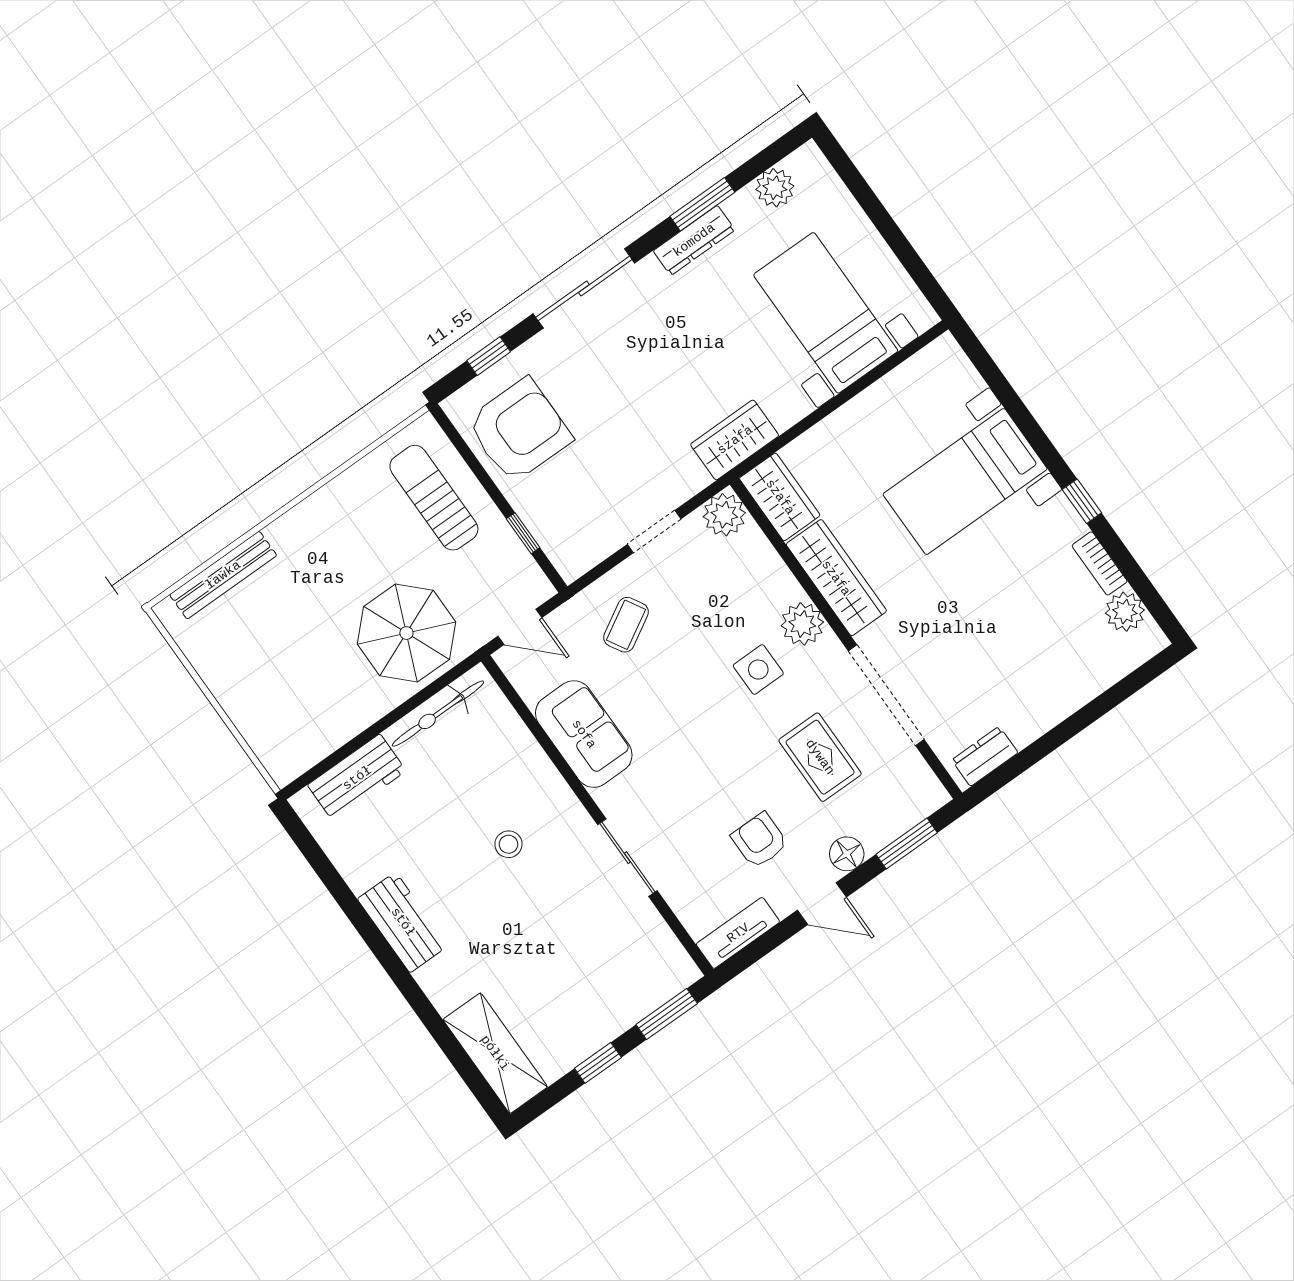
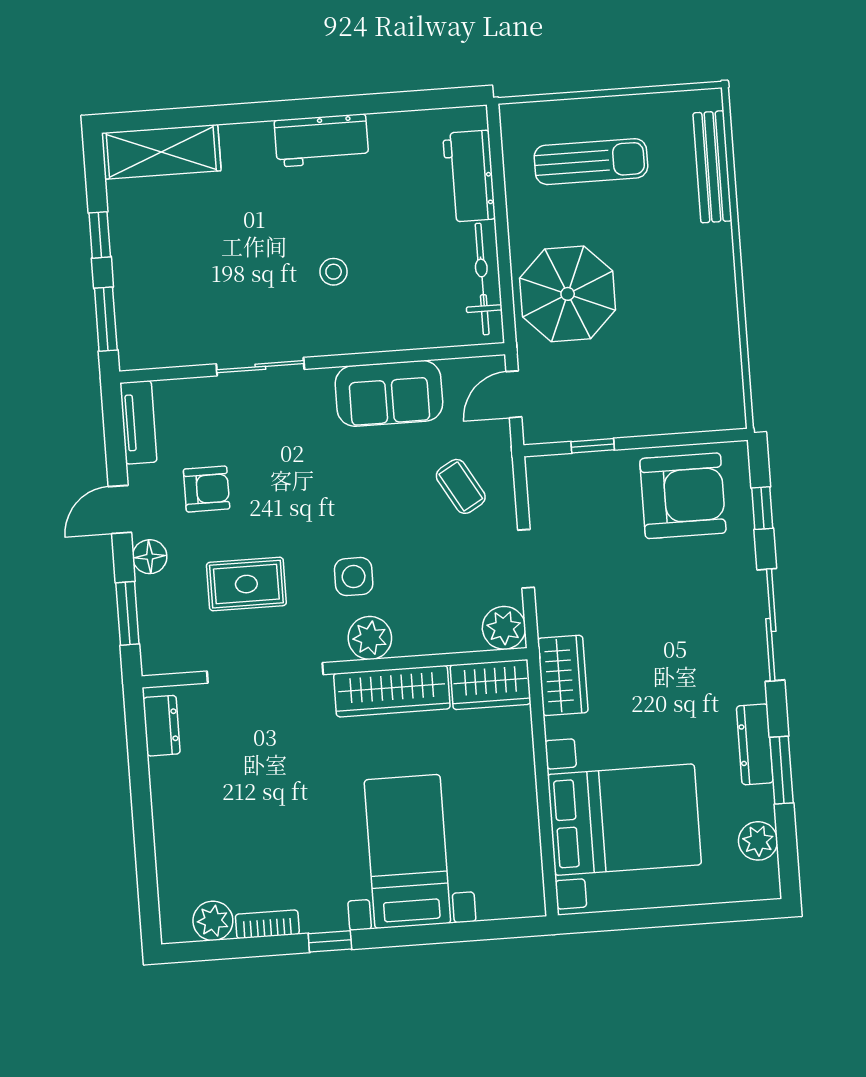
bed with nightstands: (826, 313) -> (624, 820), width x1.36
armchair: (519, 430) -> (683, 496), turned -90
sun lounger: (434, 498) -> (591, 162), moved

